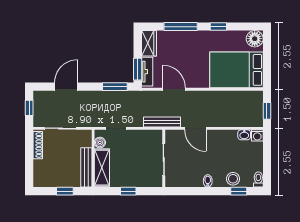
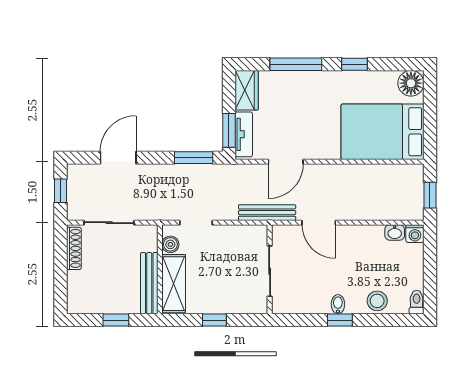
door: (174, 89) -> (286, 162), swing flipped
window: (239, 191) -> (340, 320), moved

